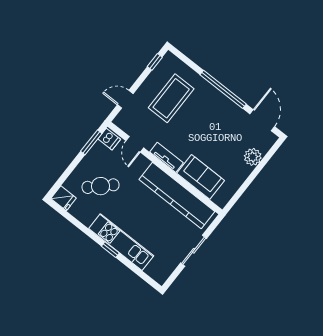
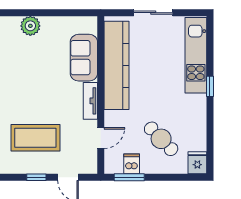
window: (155, 62) -> (36, 177), moved
dishwasher: (109, 139) -> (132, 164), moved
kitchen unit: (121, 242) -> (196, 55), moved

